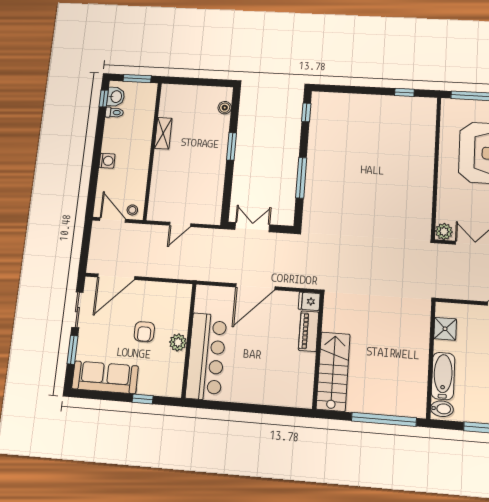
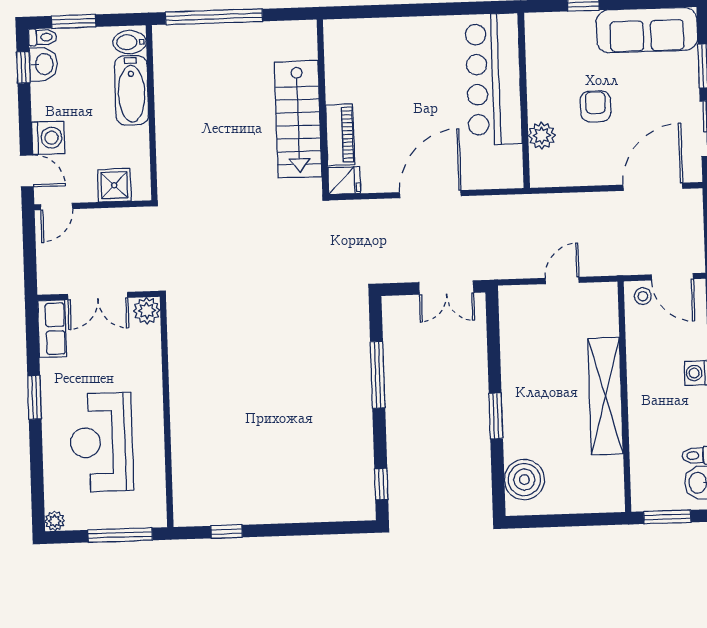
boiler: (225, 108) -> (524, 480), width x1.86, depth x1.86
shelving: (163, 133) -> (605, 396), width x2.20, depth x1.33
shower: (445, 329) -> (114, 185), moved
plant: (178, 342) -> (542, 136), moved
stairs: (333, 371) -> (298, 119), moved

